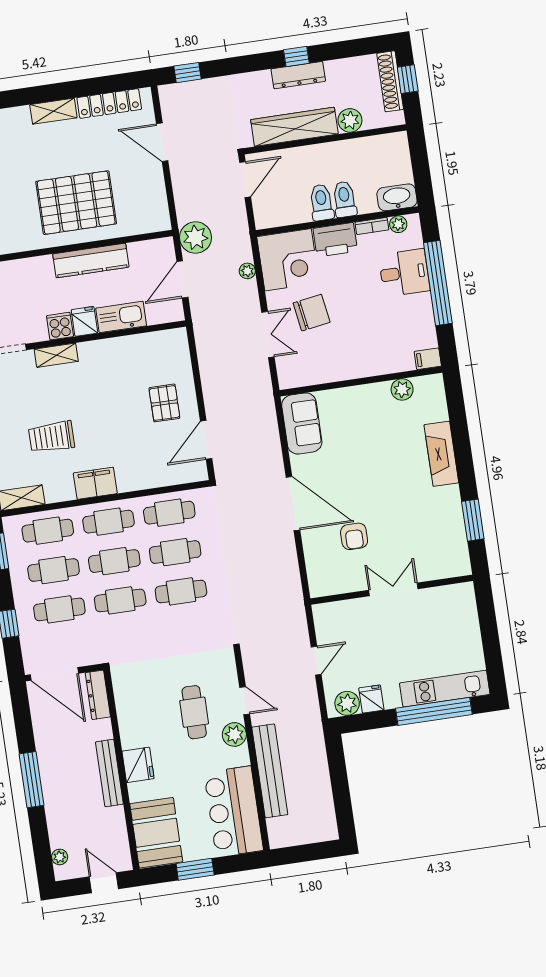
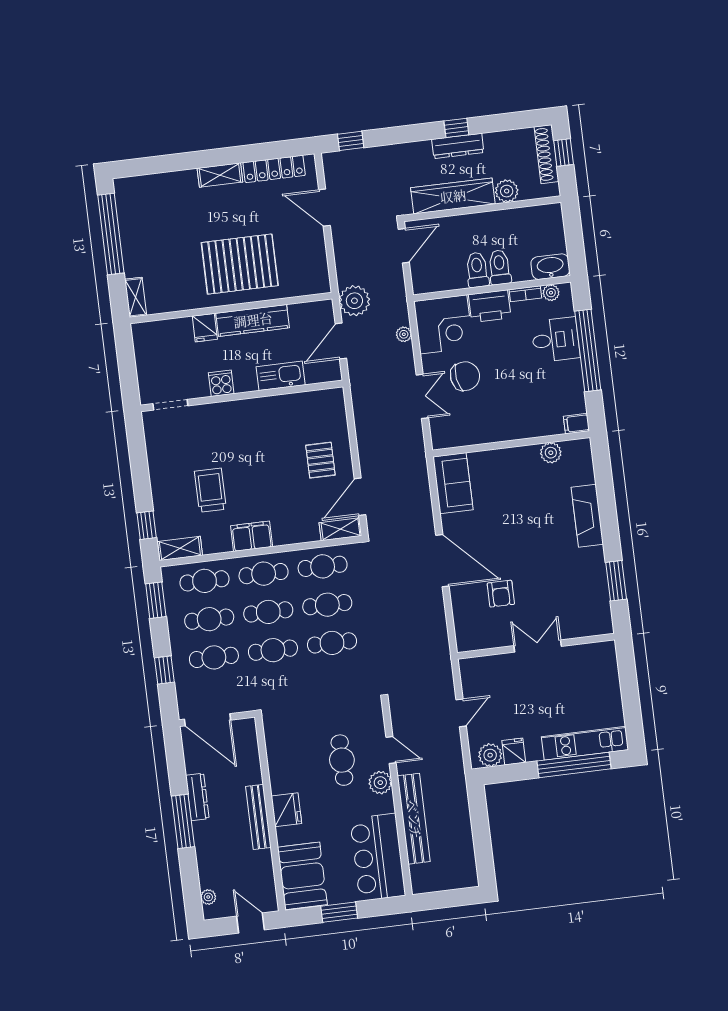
fridge: (84, 321) -> (205, 328), moved, turned 180
shelving: (56, 355) -> (340, 529), moved
trolley: (51, 437) -> (210, 490), turned 90
dresser: (98, 695) -> (197, 797), moved, turned 180

